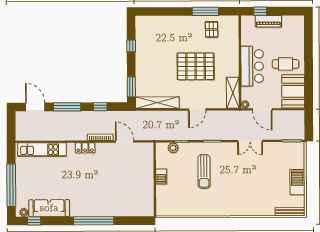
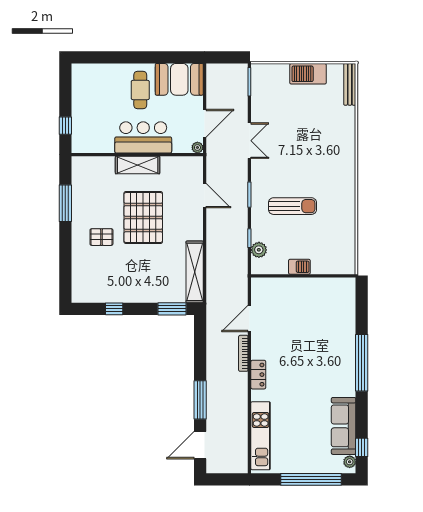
piano: (268, 21) -> (80, 114), removed
pallet: (212, 29) -> (101, 237), moved
shelving: (233, 93) -> (138, 165), moved
window: (100, 107) -> (200, 353), removed
door: (197, 110) -> (205, 196), moved

